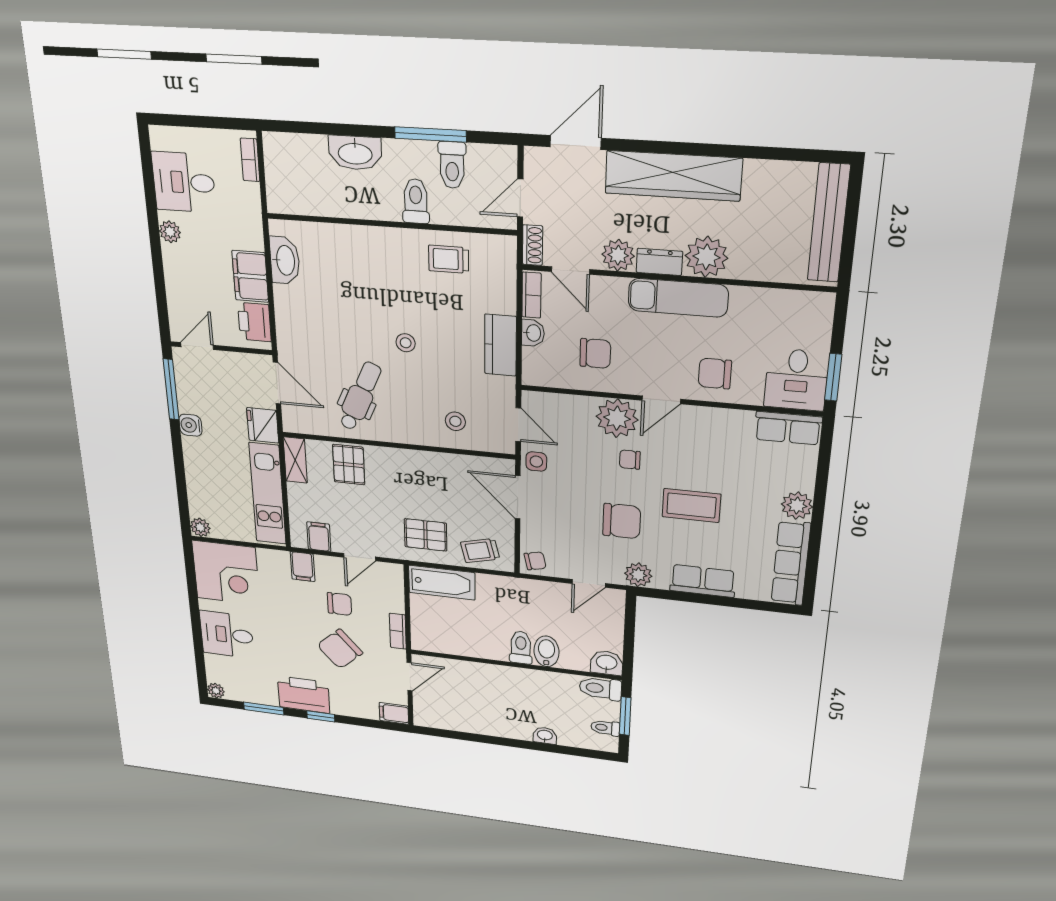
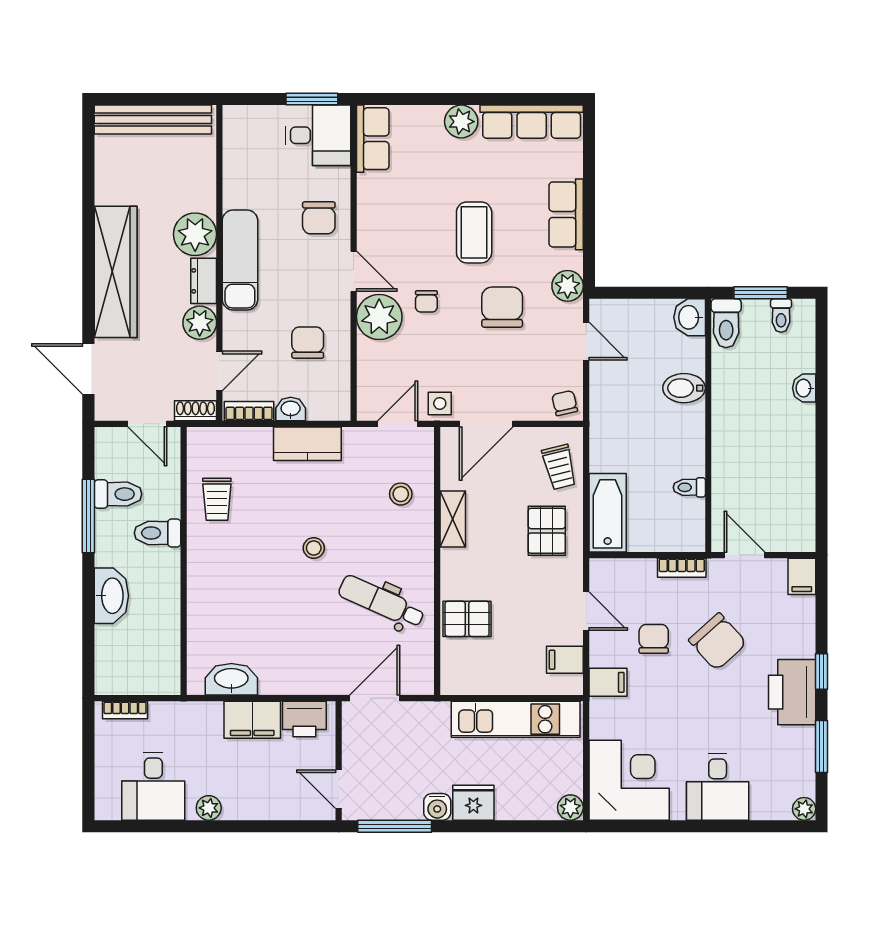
fridge: (263, 425) -> (473, 803), moved, turned 180
shelving: (295, 460) -> (453, 519), moved, turned 90
toilet: (521, 647) -> (689, 487), moved, width x0.73, depth x0.72

